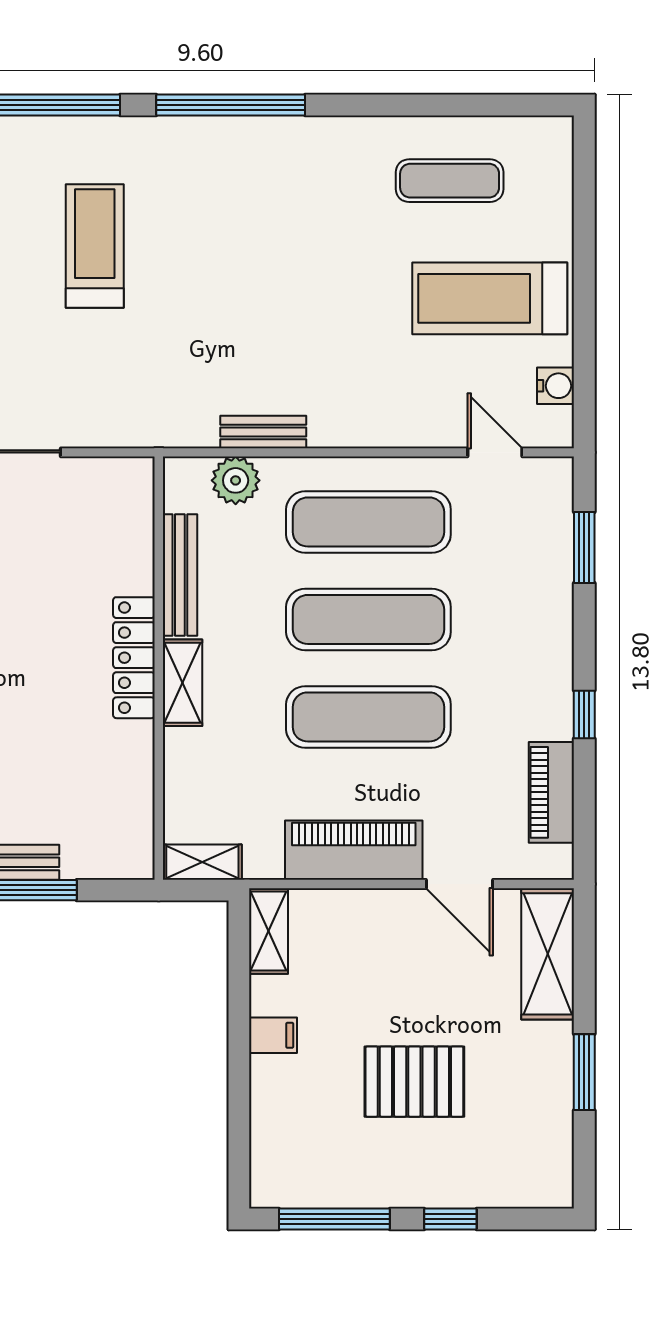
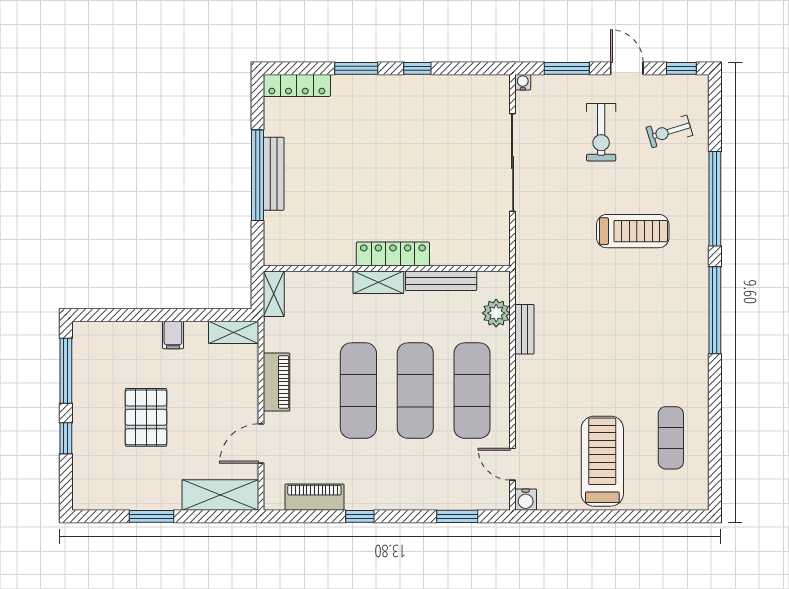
water cooler: (556, 386) -> (526, 500), moved
door: (495, 452) -> (513, 464), swing flipped
piano: (354, 850) -> (277, 382), width x0.73, depth x0.75

